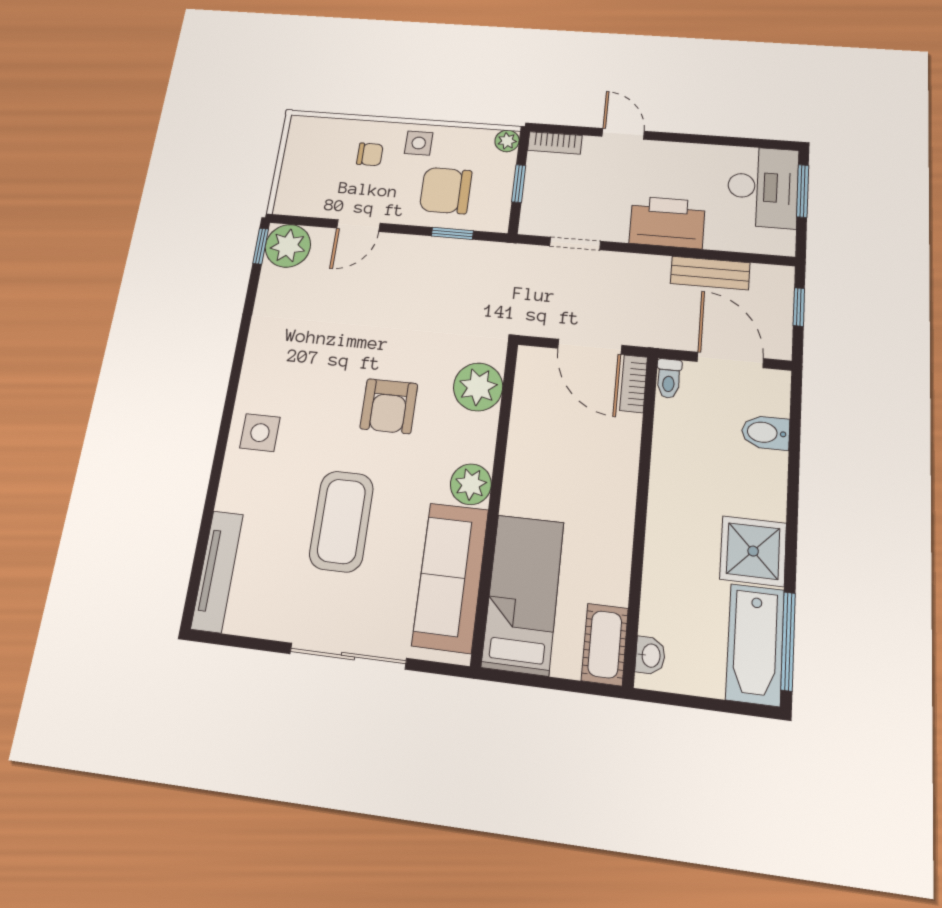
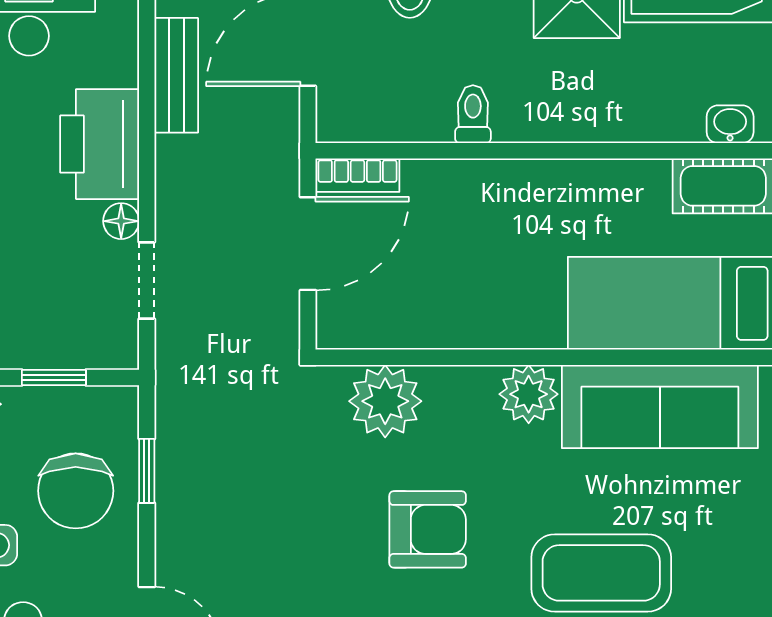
floor lamp: (615, 231) -> (121, 221), added
toilet: (669, 378) -> (473, 114), moved, turned -90

